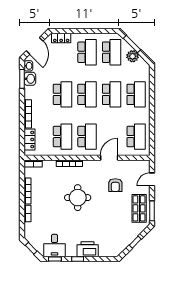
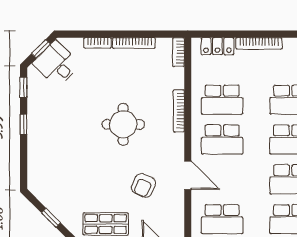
armchair: (115, 185) -> (144, 185), turned -66
desk: (54, 245) -> (57, 64), moved, turned 45
printer: (88, 249) -> (39, 140), removed

